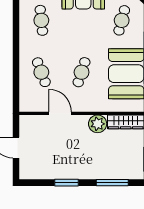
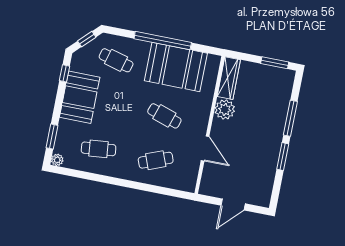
door: (60, 113) -> (205, 148), swing flipped
window: (112, 183) -> (290, 118), moved

